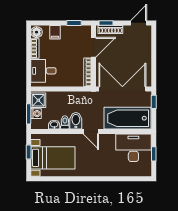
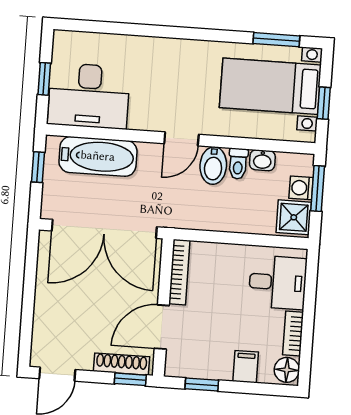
window: (154, 102) -> (38, 167), moved
bathtub: (127, 118) -> (98, 156), width x0.73, depth x0.73
door: (91, 132) -> (181, 139), swing flipped
window: (52, 179) -> (276, 40), added

